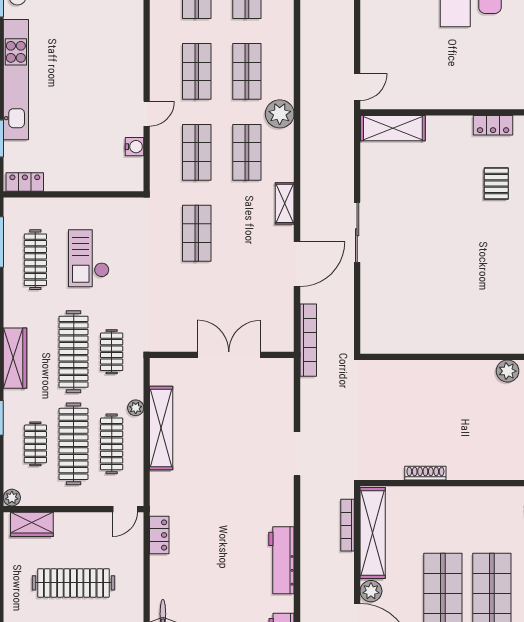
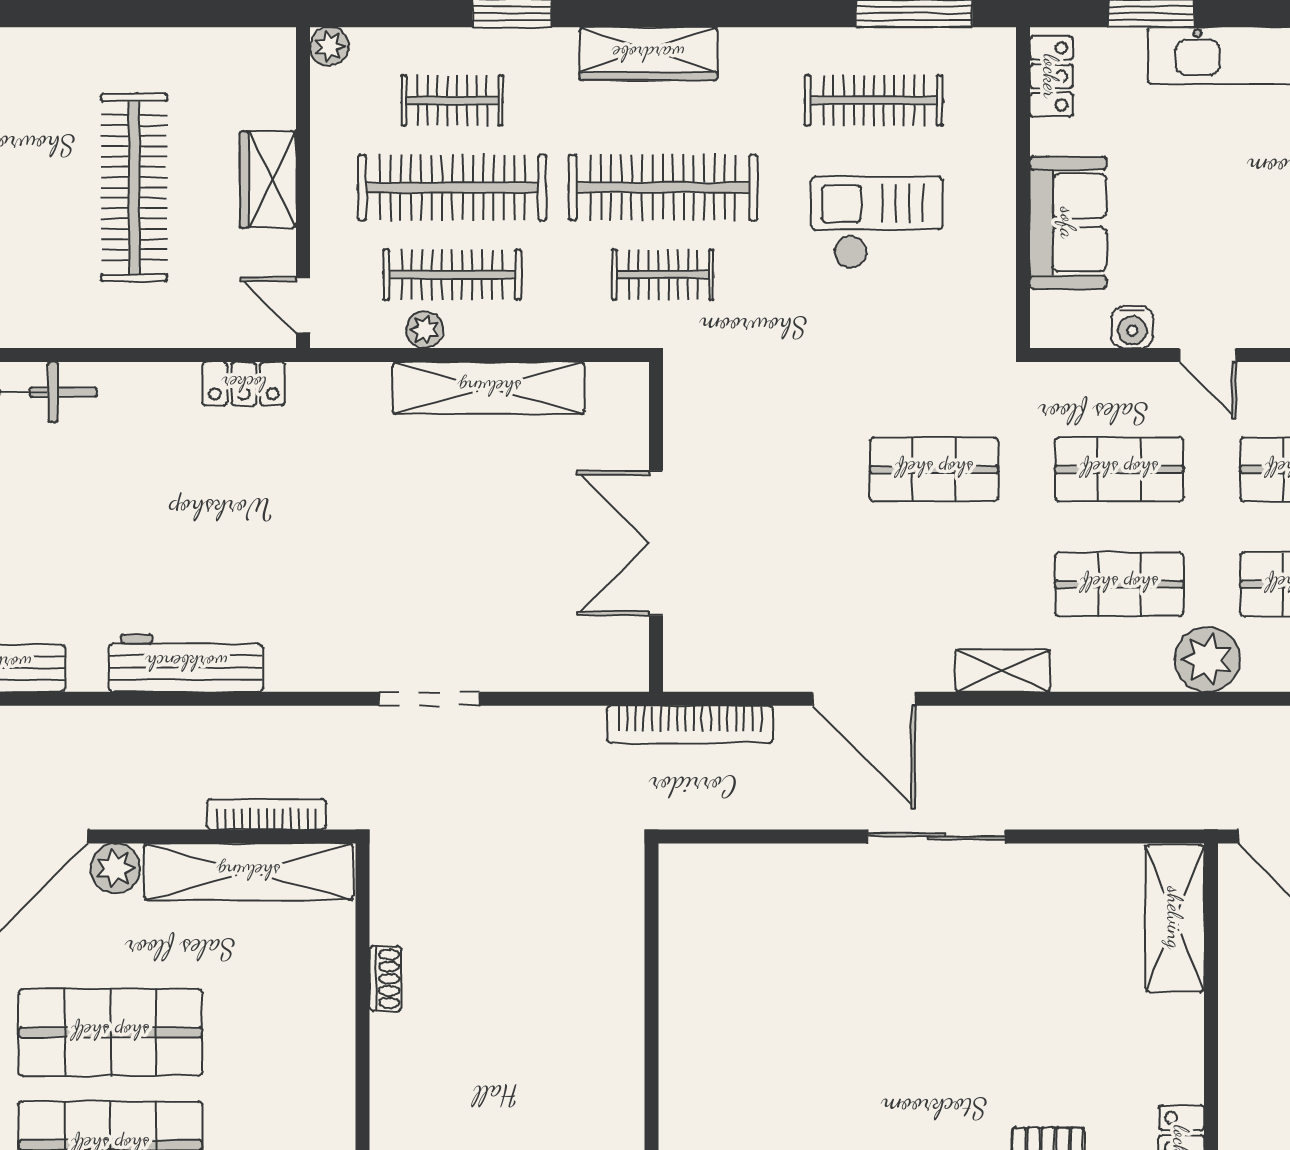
sofa: (89, 175) -> (1068, 223), added
double door: (229, 355) -> (656, 543), swing flipped
plant: (136, 408) -> (425, 330), moved
shoe rack: (425, 473) -> (385, 979), width x0.70
wardrobe: (32, 524) -> (268, 180), moved

